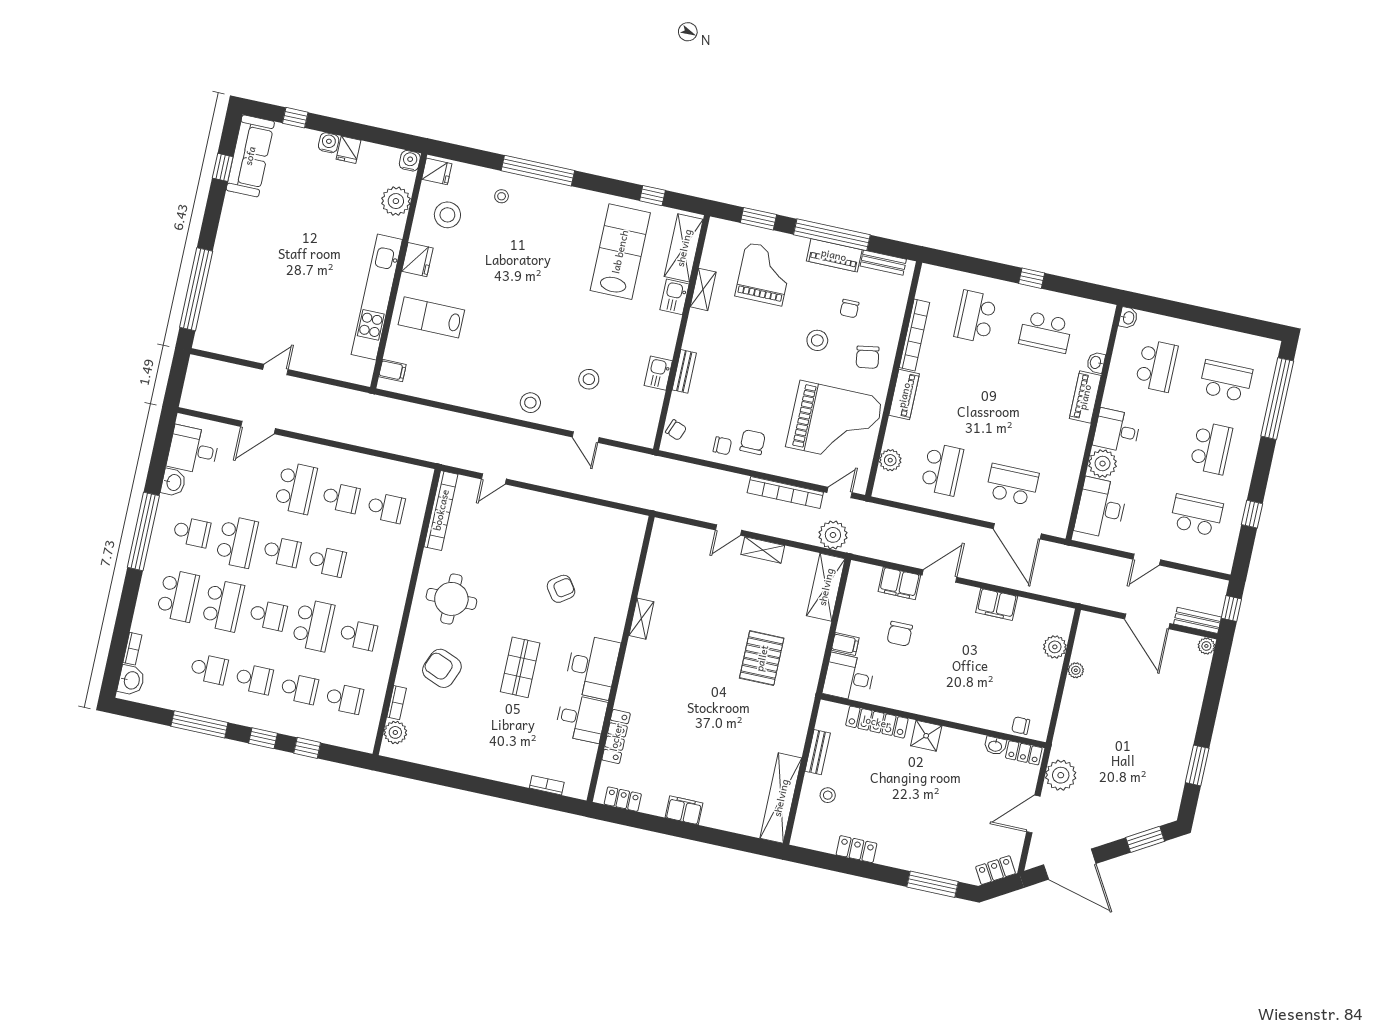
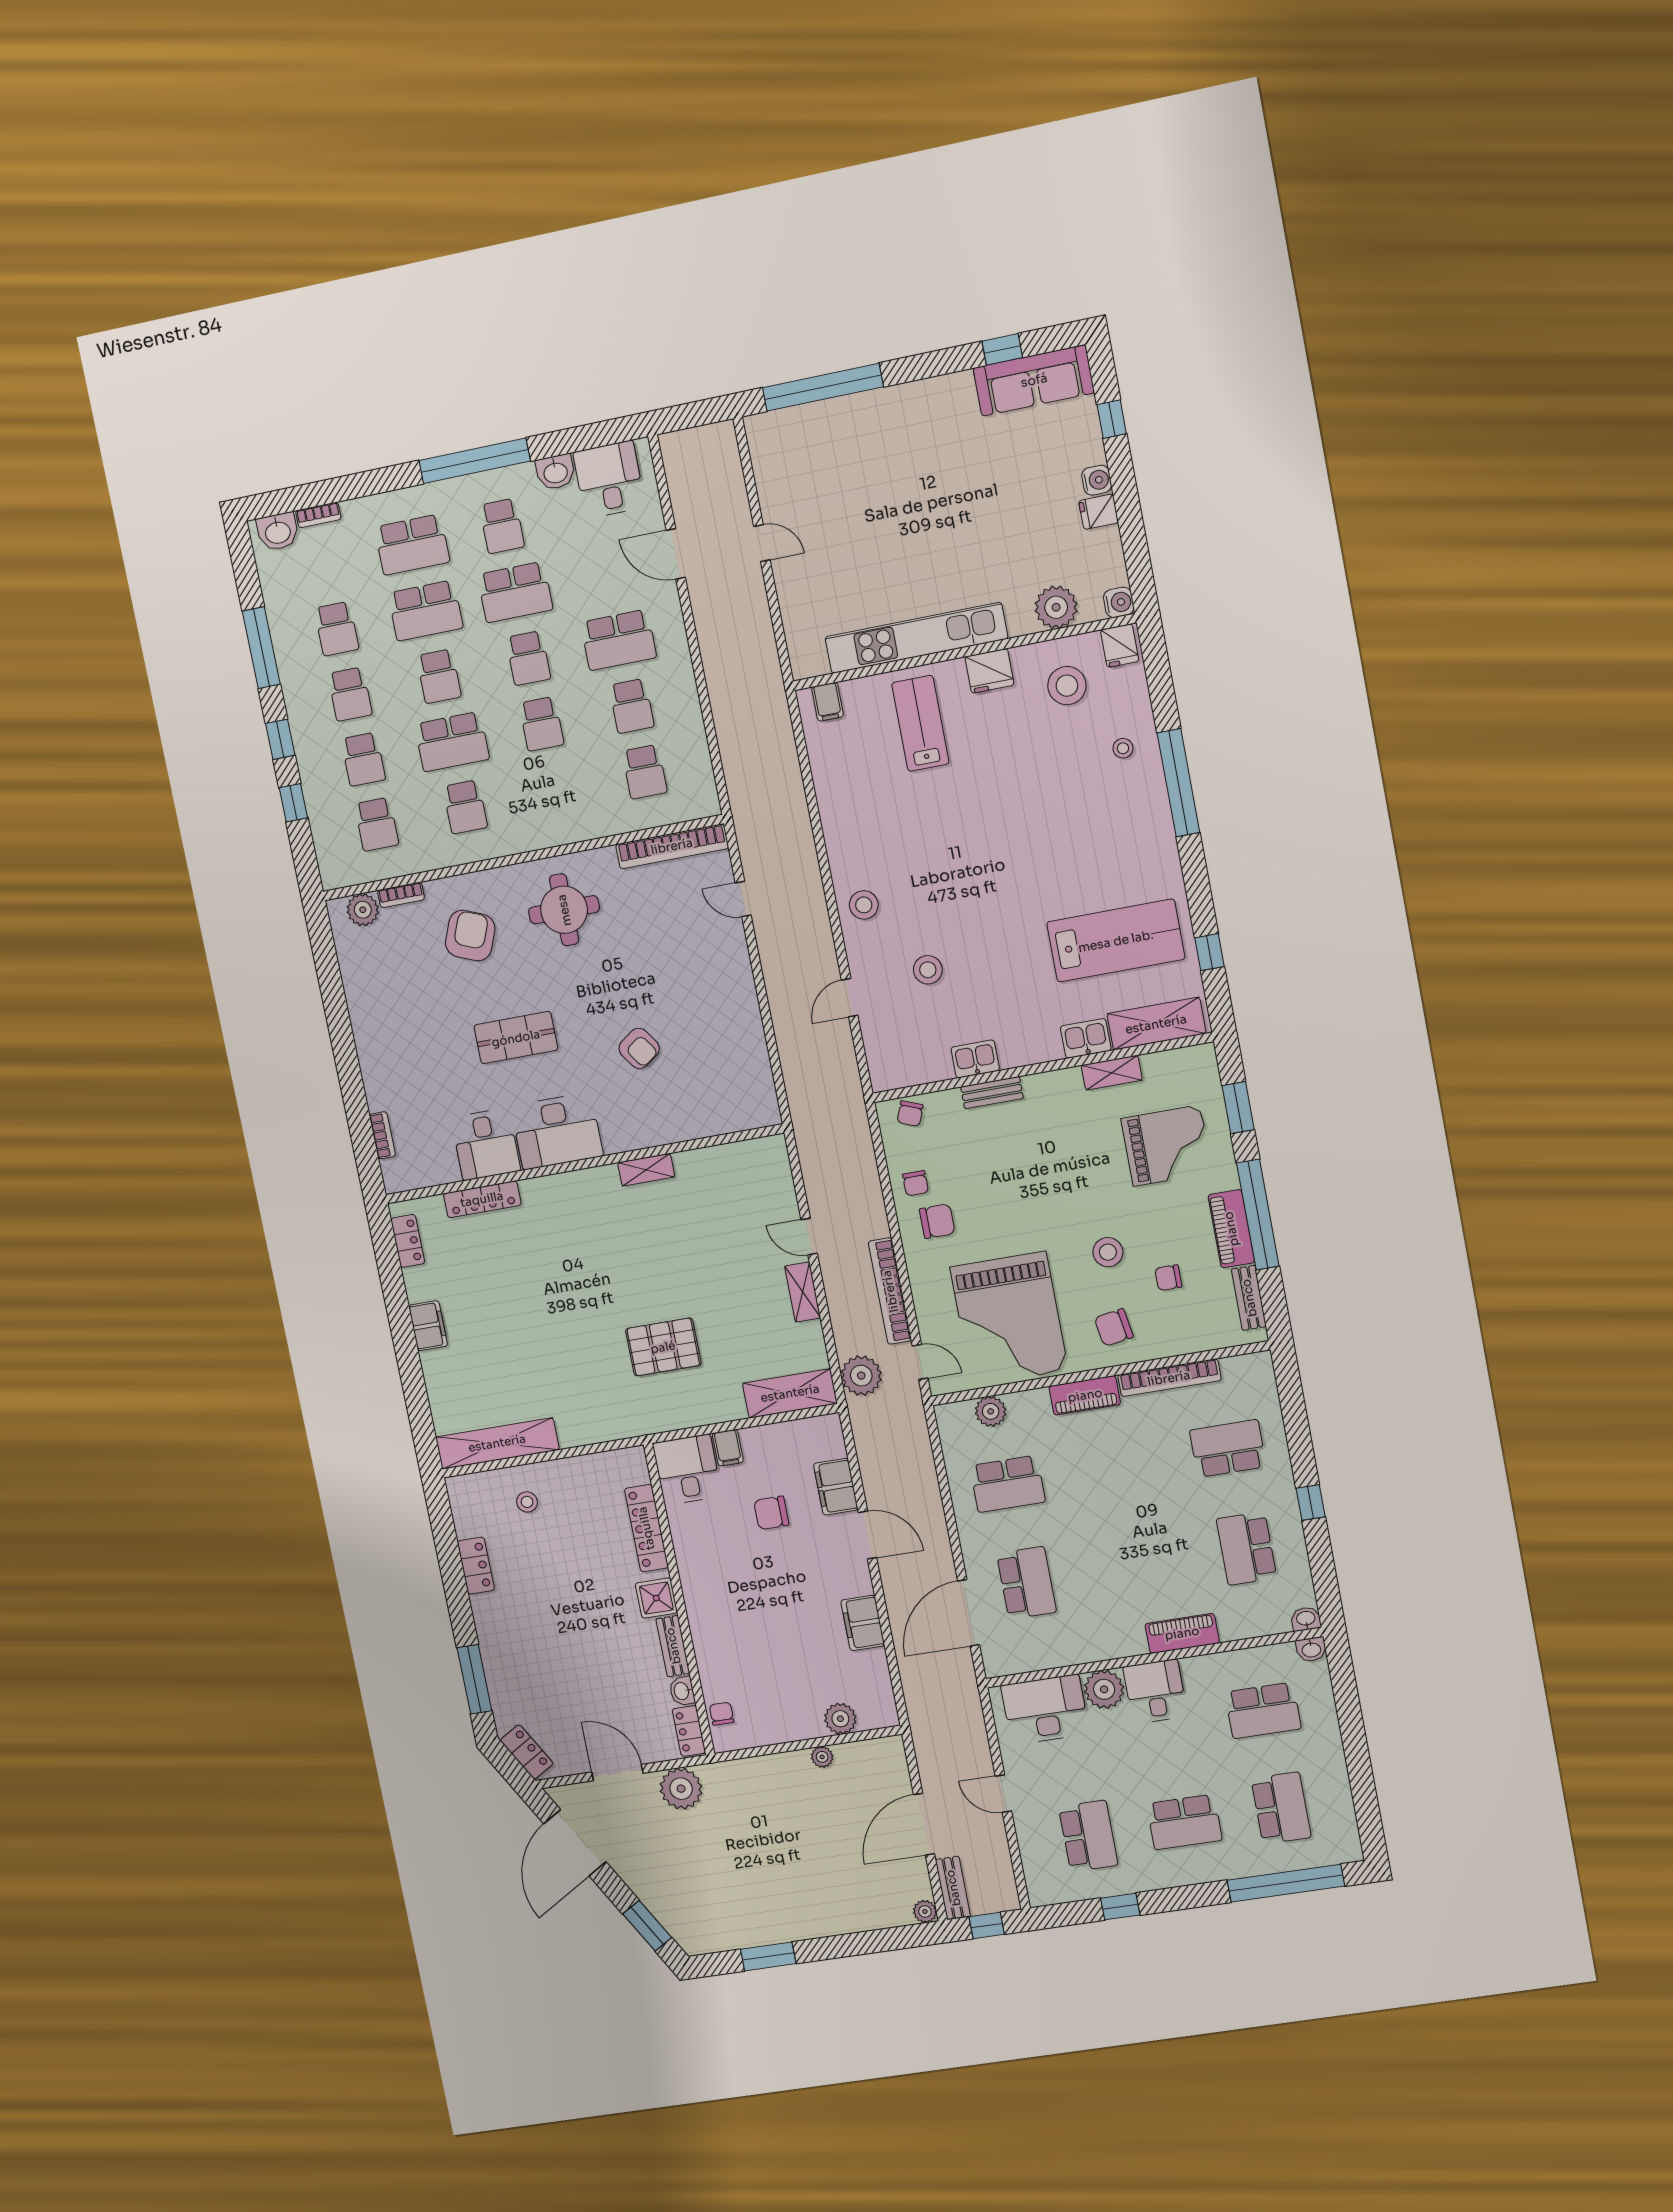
washbasin: (1096, 363) -> (1306, 1619), moved
bench: (818, 752) -> (673, 1646), moved, turned 90

